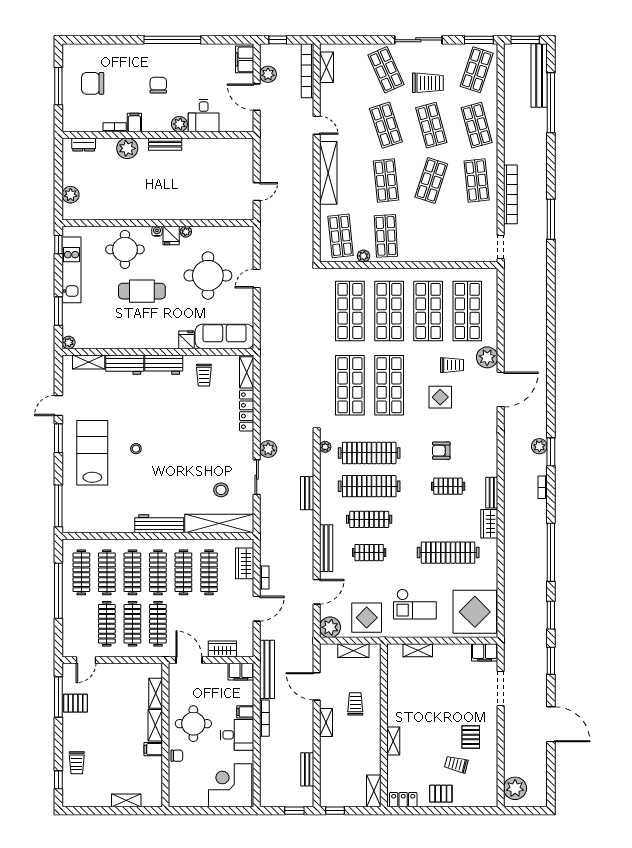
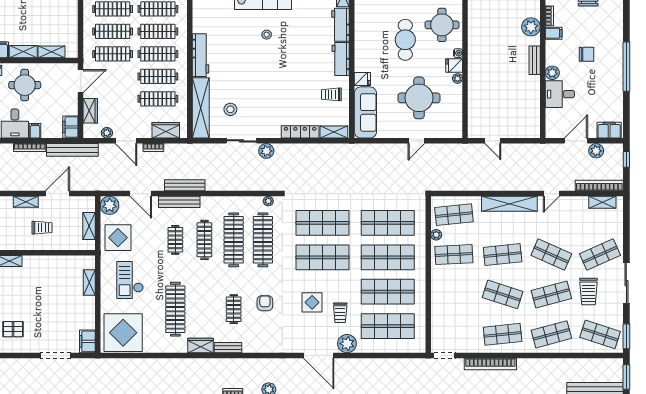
shop shelf: (386, 125) -> (551, 255), turned 42
door: (257, 279) -> (416, 141), swing flipped
bench: (307, 493) -> (185, 185), moved, width x1.36
plant: (248, 630) -> (107, 133), added

